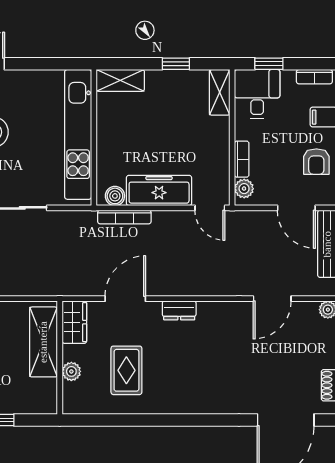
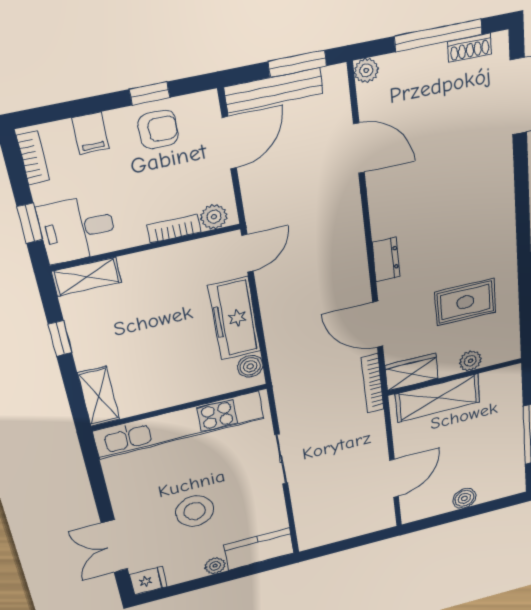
bookcase: (124, 217) -> (373, 383), moved, turned 180

